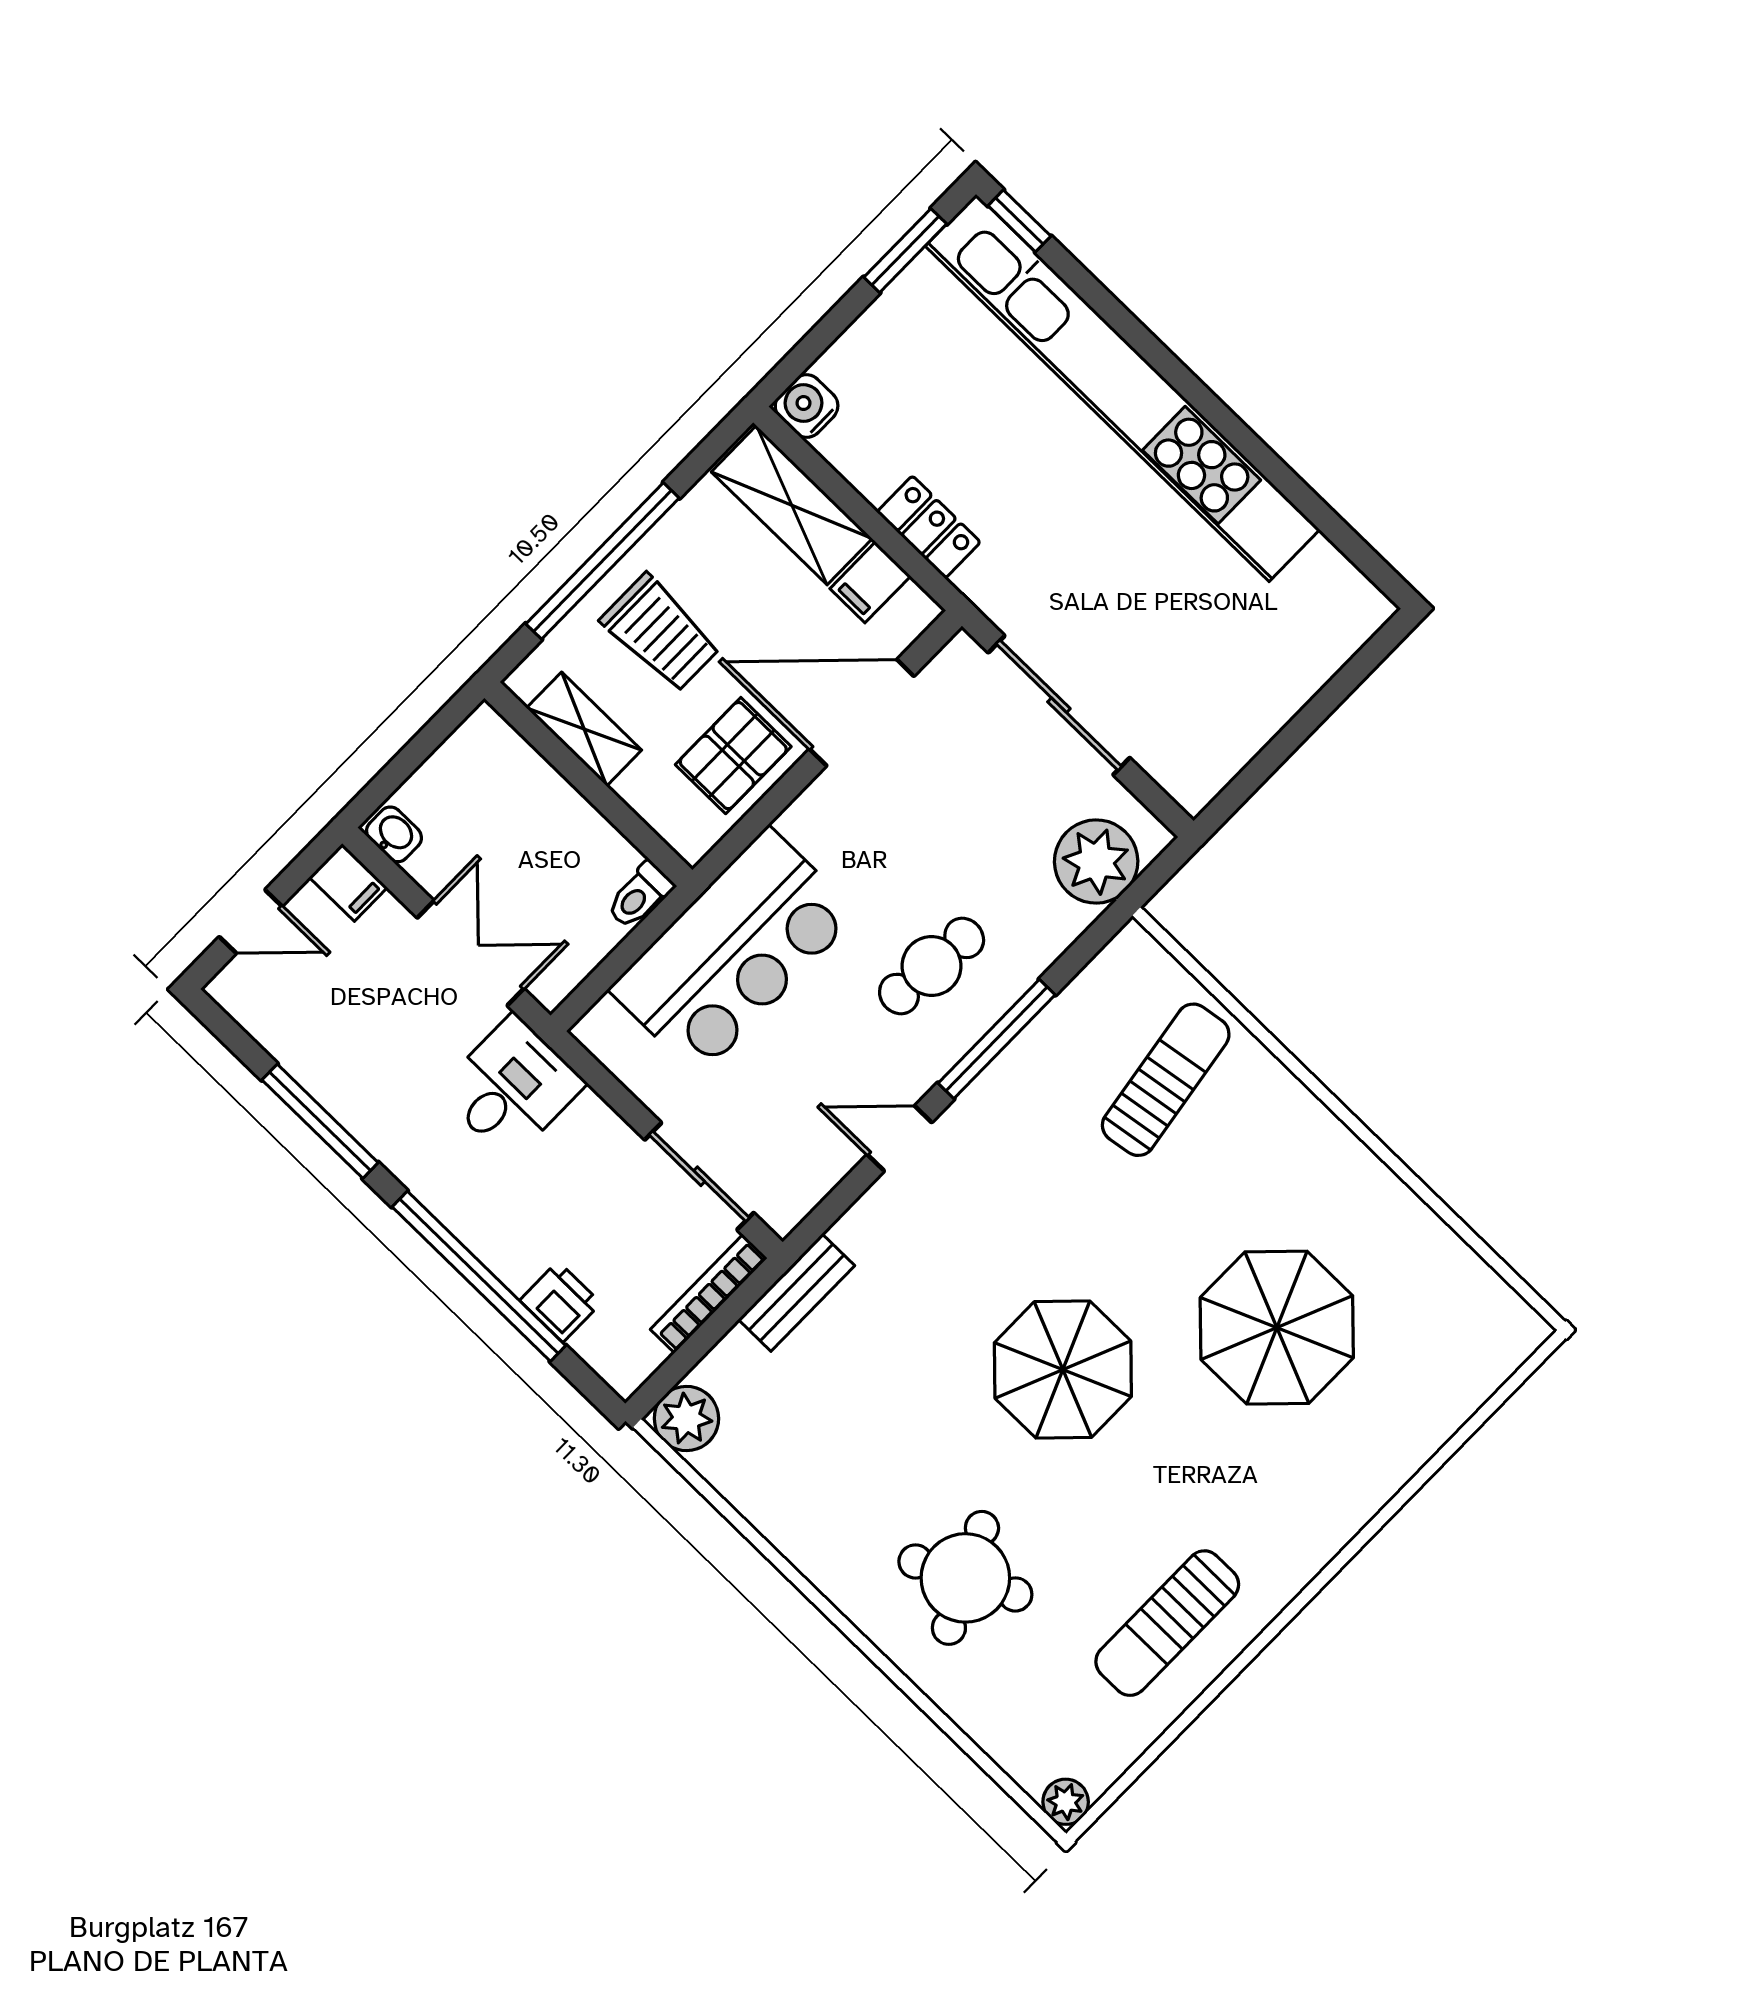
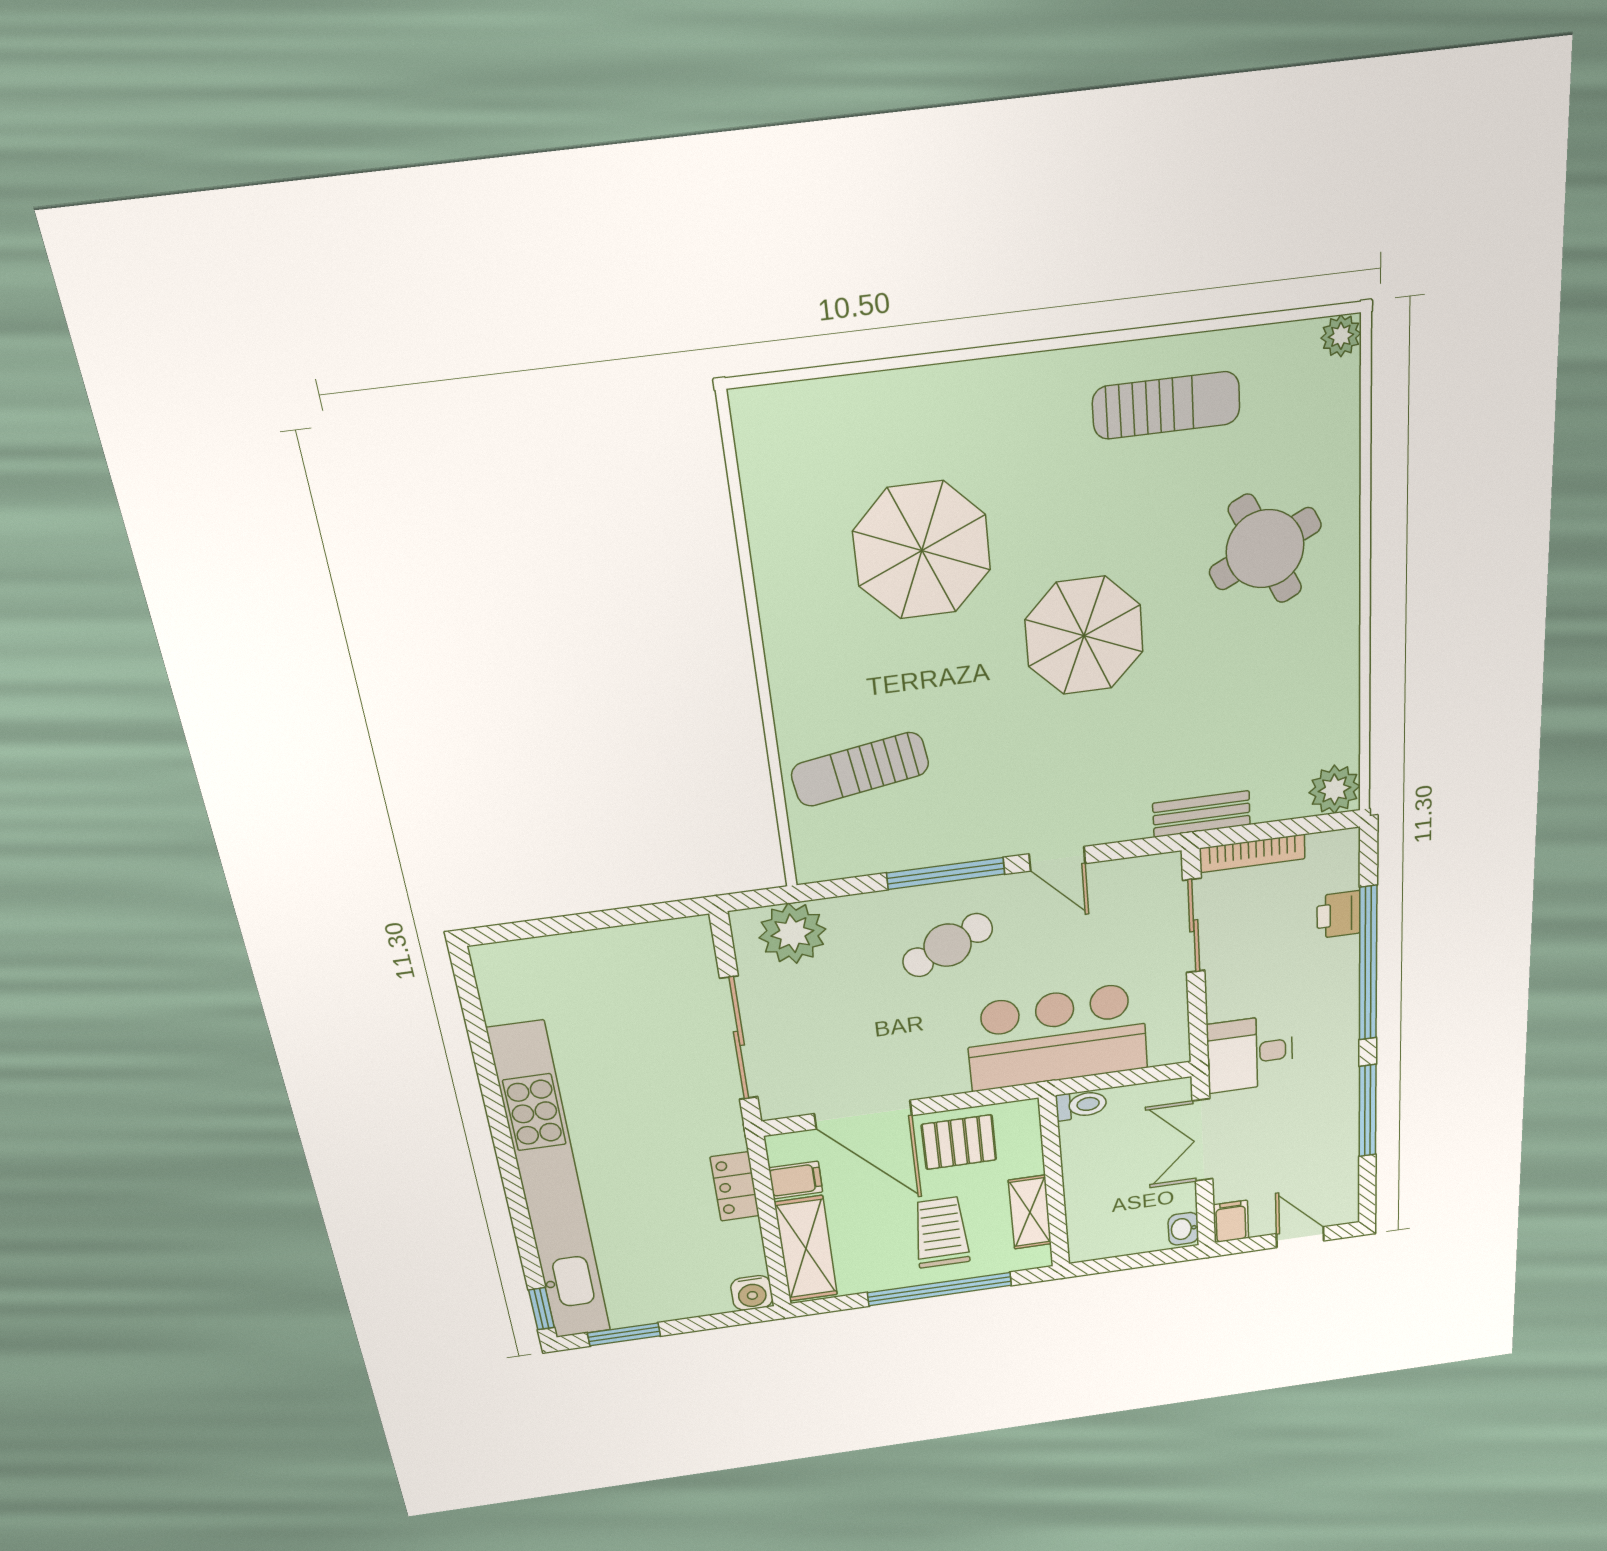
cafe table: (932, 966) -> (948, 945), turned -30

